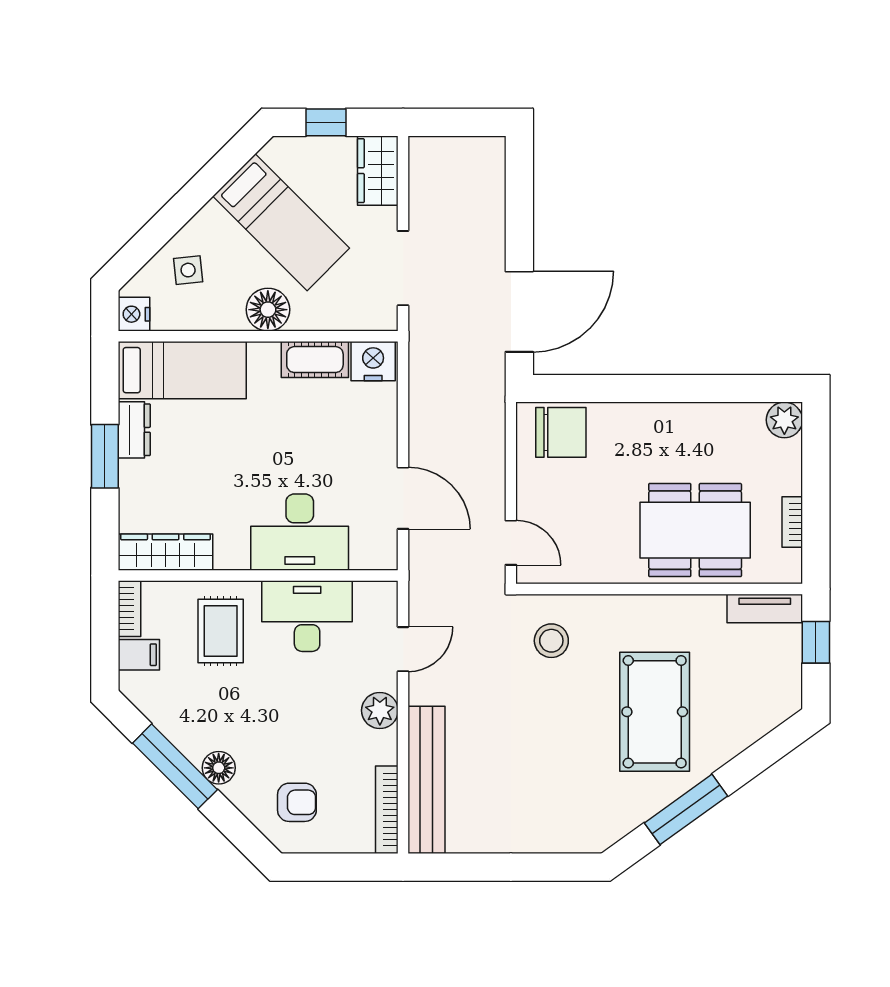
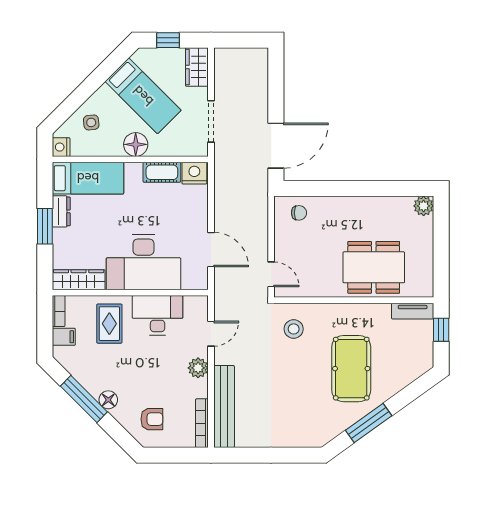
chair: (561, 432) -> (299, 213), width x0.54, depth x0.54
bookcase: (792, 522) -> (428, 263), removed
desk: (300, 532) -> (144, 262), width x1.36, depth x1.30

